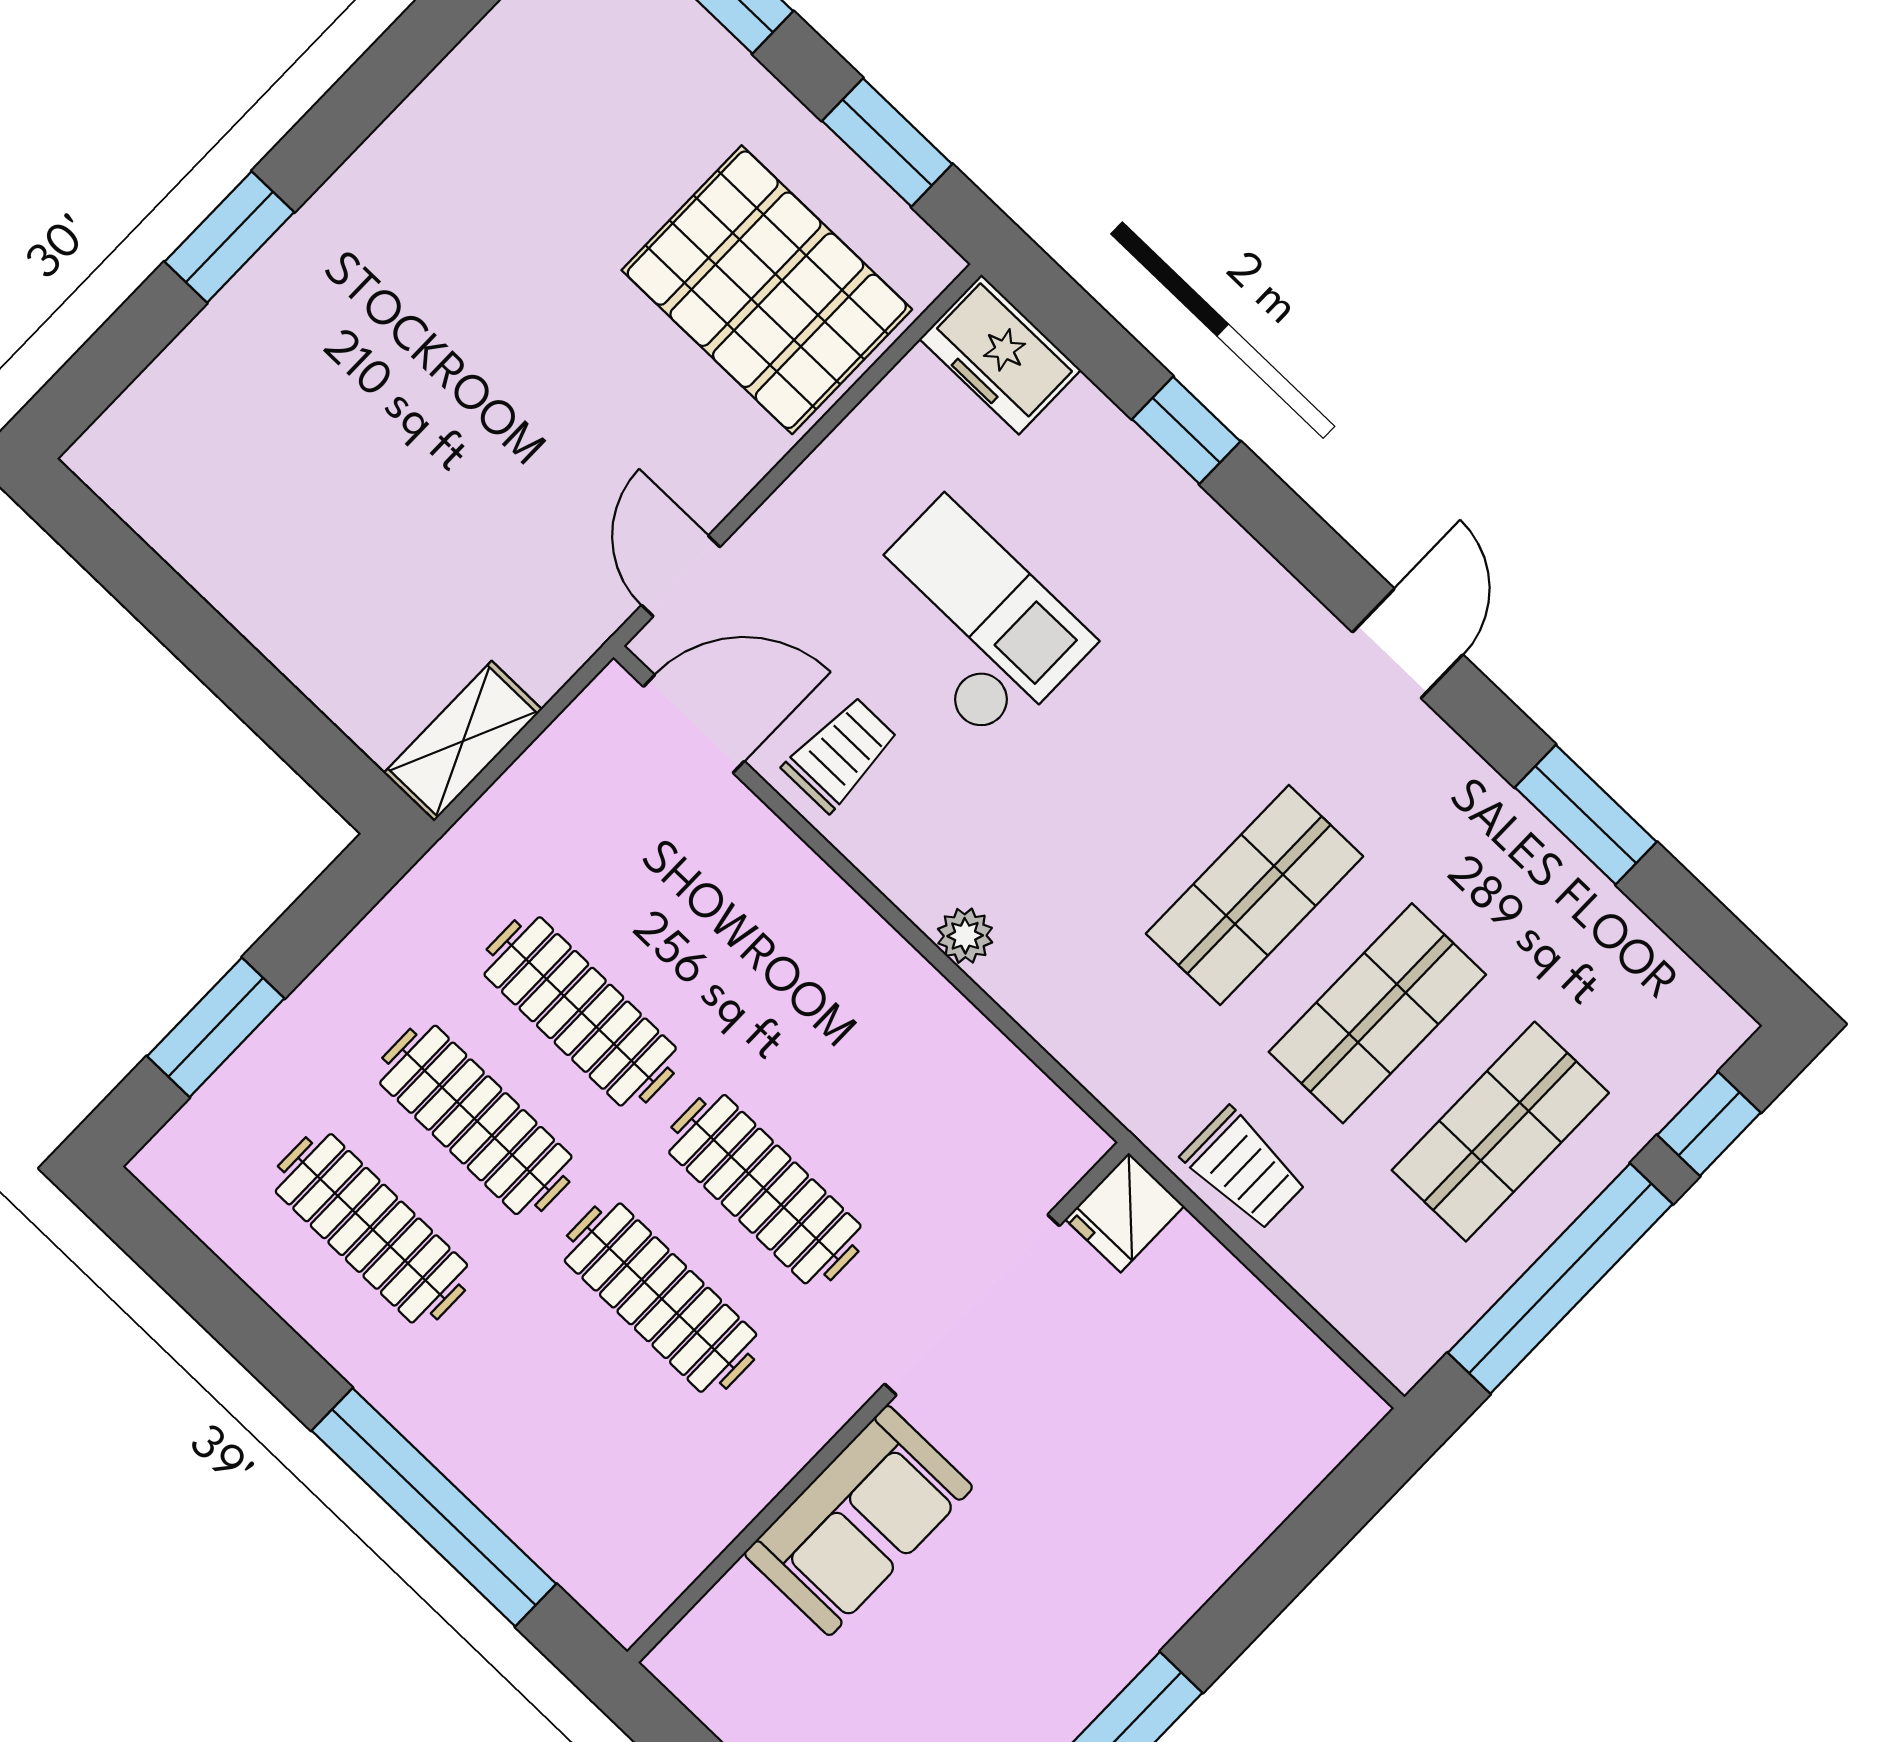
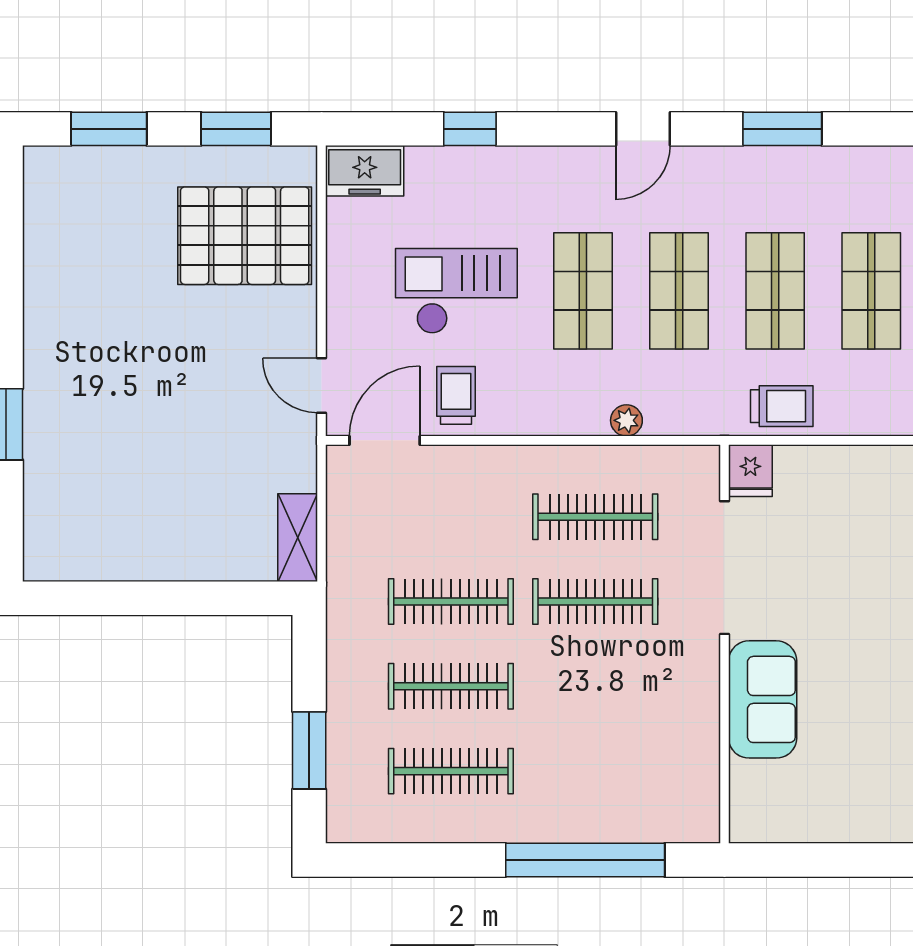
door: (1408, 643) -> (643, 129), swing flipped
shop shelf: (1132, 777) -> (583, 291), added
plant: (965, 936) -> (626, 420), moved
clothes rail: (661, 1298) -> (595, 517), moved

